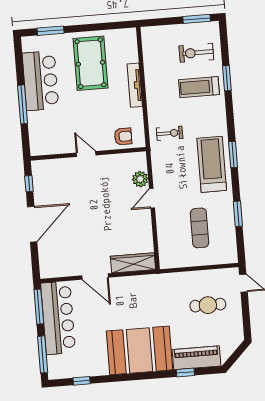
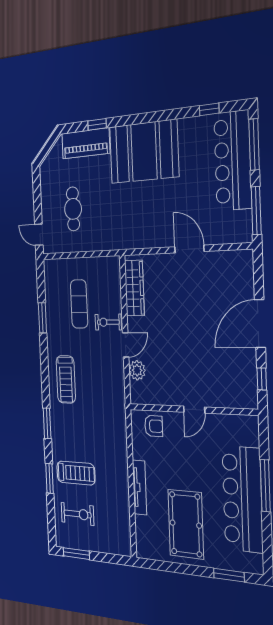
bar counter: (40, 81) -> (242, 499), width x1.36
exercise bike: (170, 133) -> (108, 322), moved
armchair: (123, 136) -> (154, 426), turned 180
door: (86, 154) -> (194, 410), hinge flipped
window: (233, 155) -> (47, 423), moved
treadmill: (212, 164) -> (66, 379), width x0.73, depth x0.73
wardrobe: (133, 263) -> (134, 288), moved, turned -90
cafe table: (208, 305) -> (73, 209), turned 90
bar counter: (58, 318) -> (233, 161), moved

